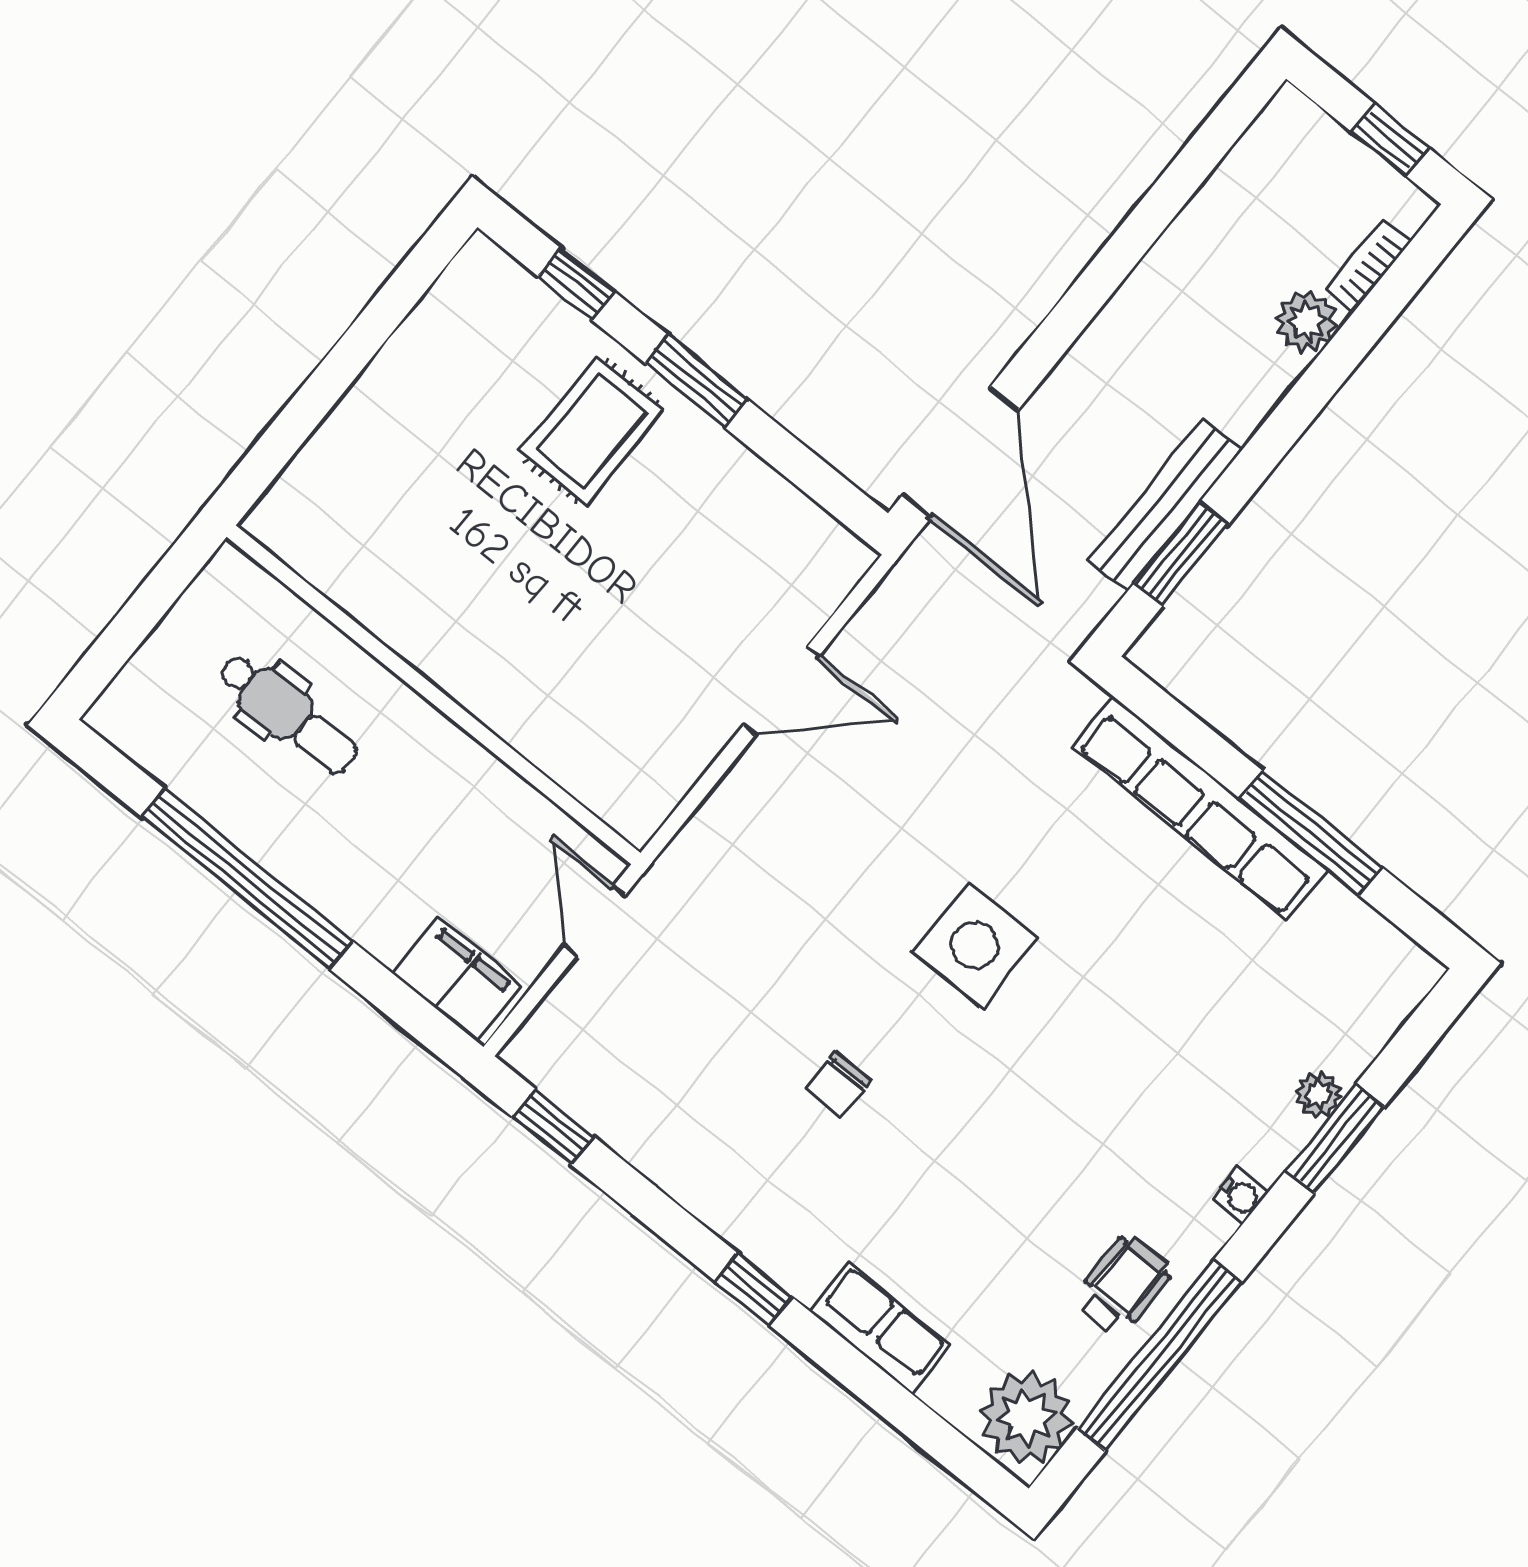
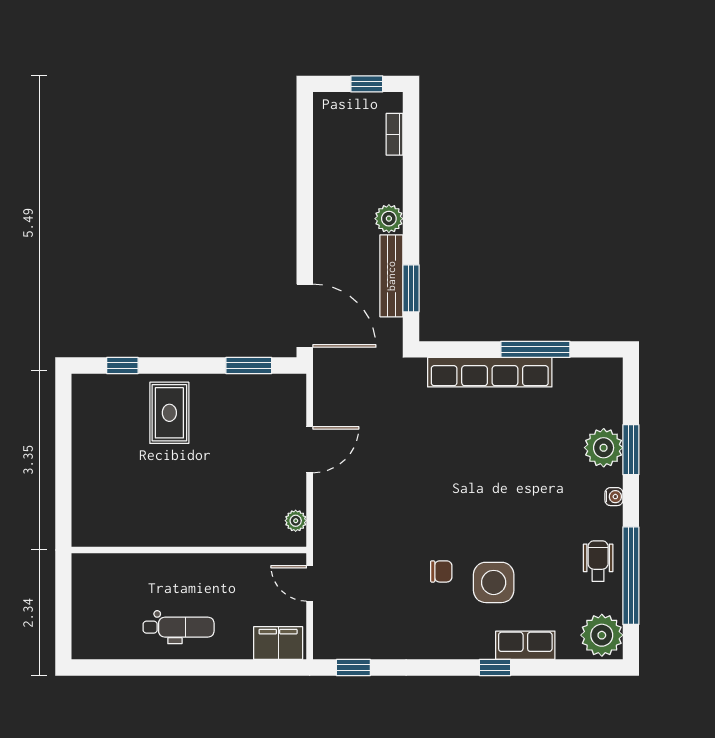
plant: (1306, 322) -> (389, 219), moved
window: (697, 381) -> (249, 365), moved
dental chair: (288, 714) -> (179, 627), moved
plant: (658, 793) -> (296, 521), added
window: (247, 879) -> (176, 667), removed
side table: (975, 945) -> (494, 582), moved
chair: (838, 1084) -> (441, 571), turned -90
plant: (1319, 1094) -> (604, 448), width x1.87, depth x1.87
window: (754, 1289) -> (495, 667), moved

